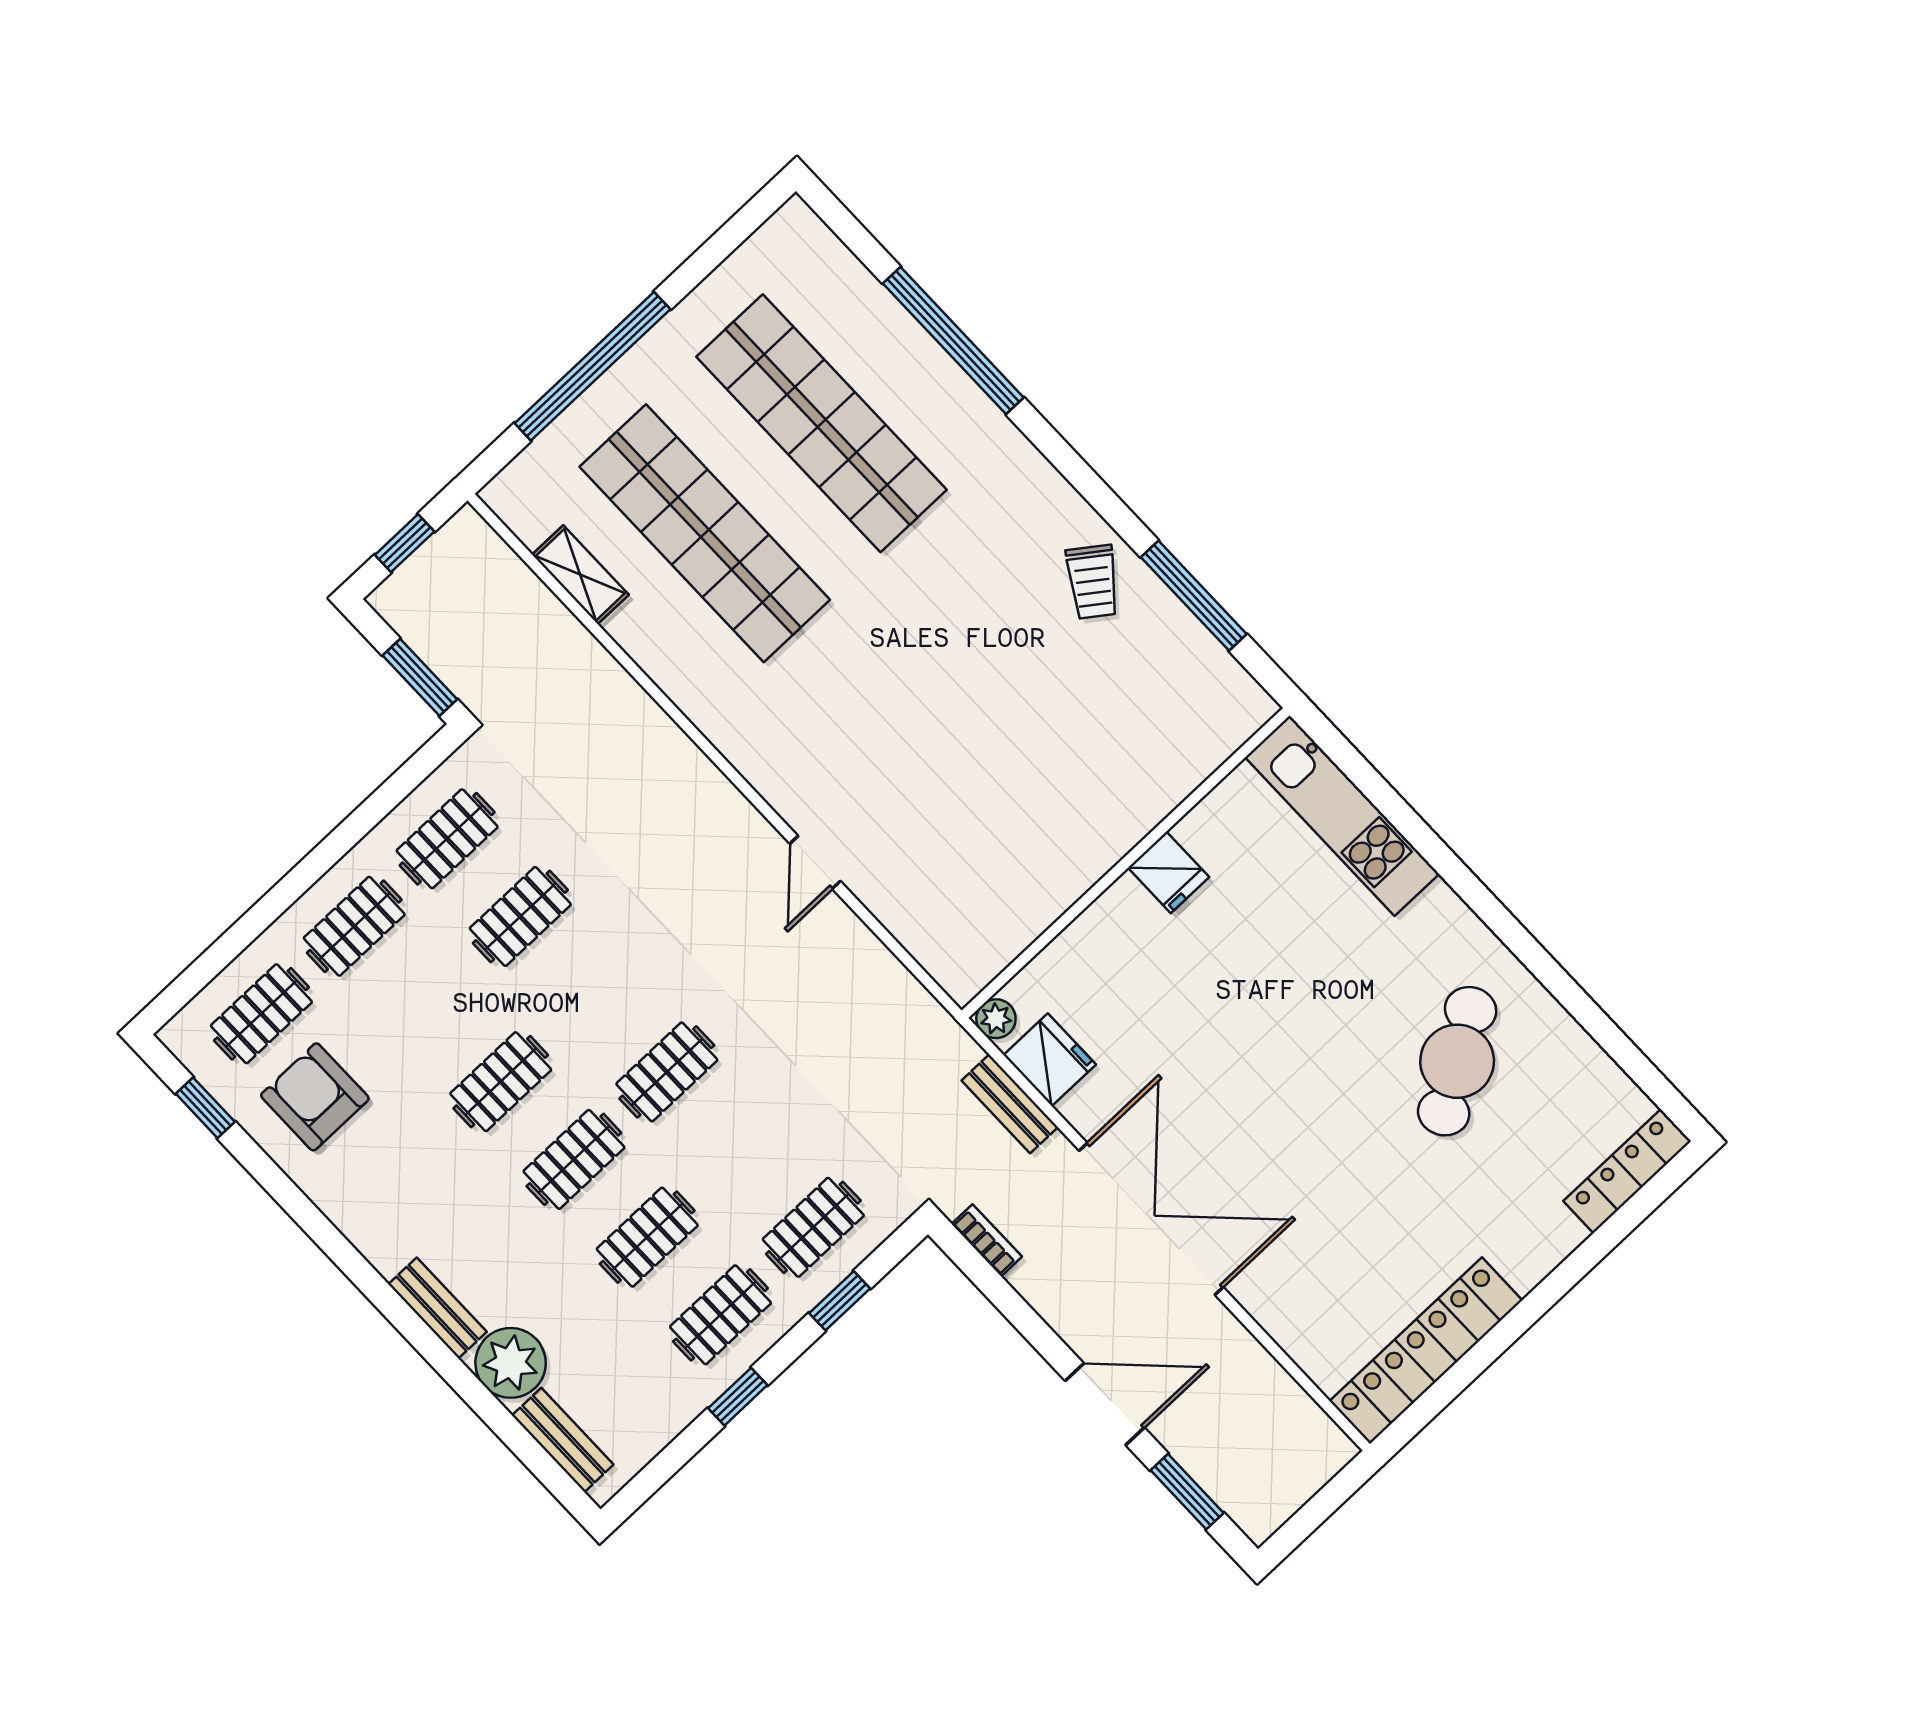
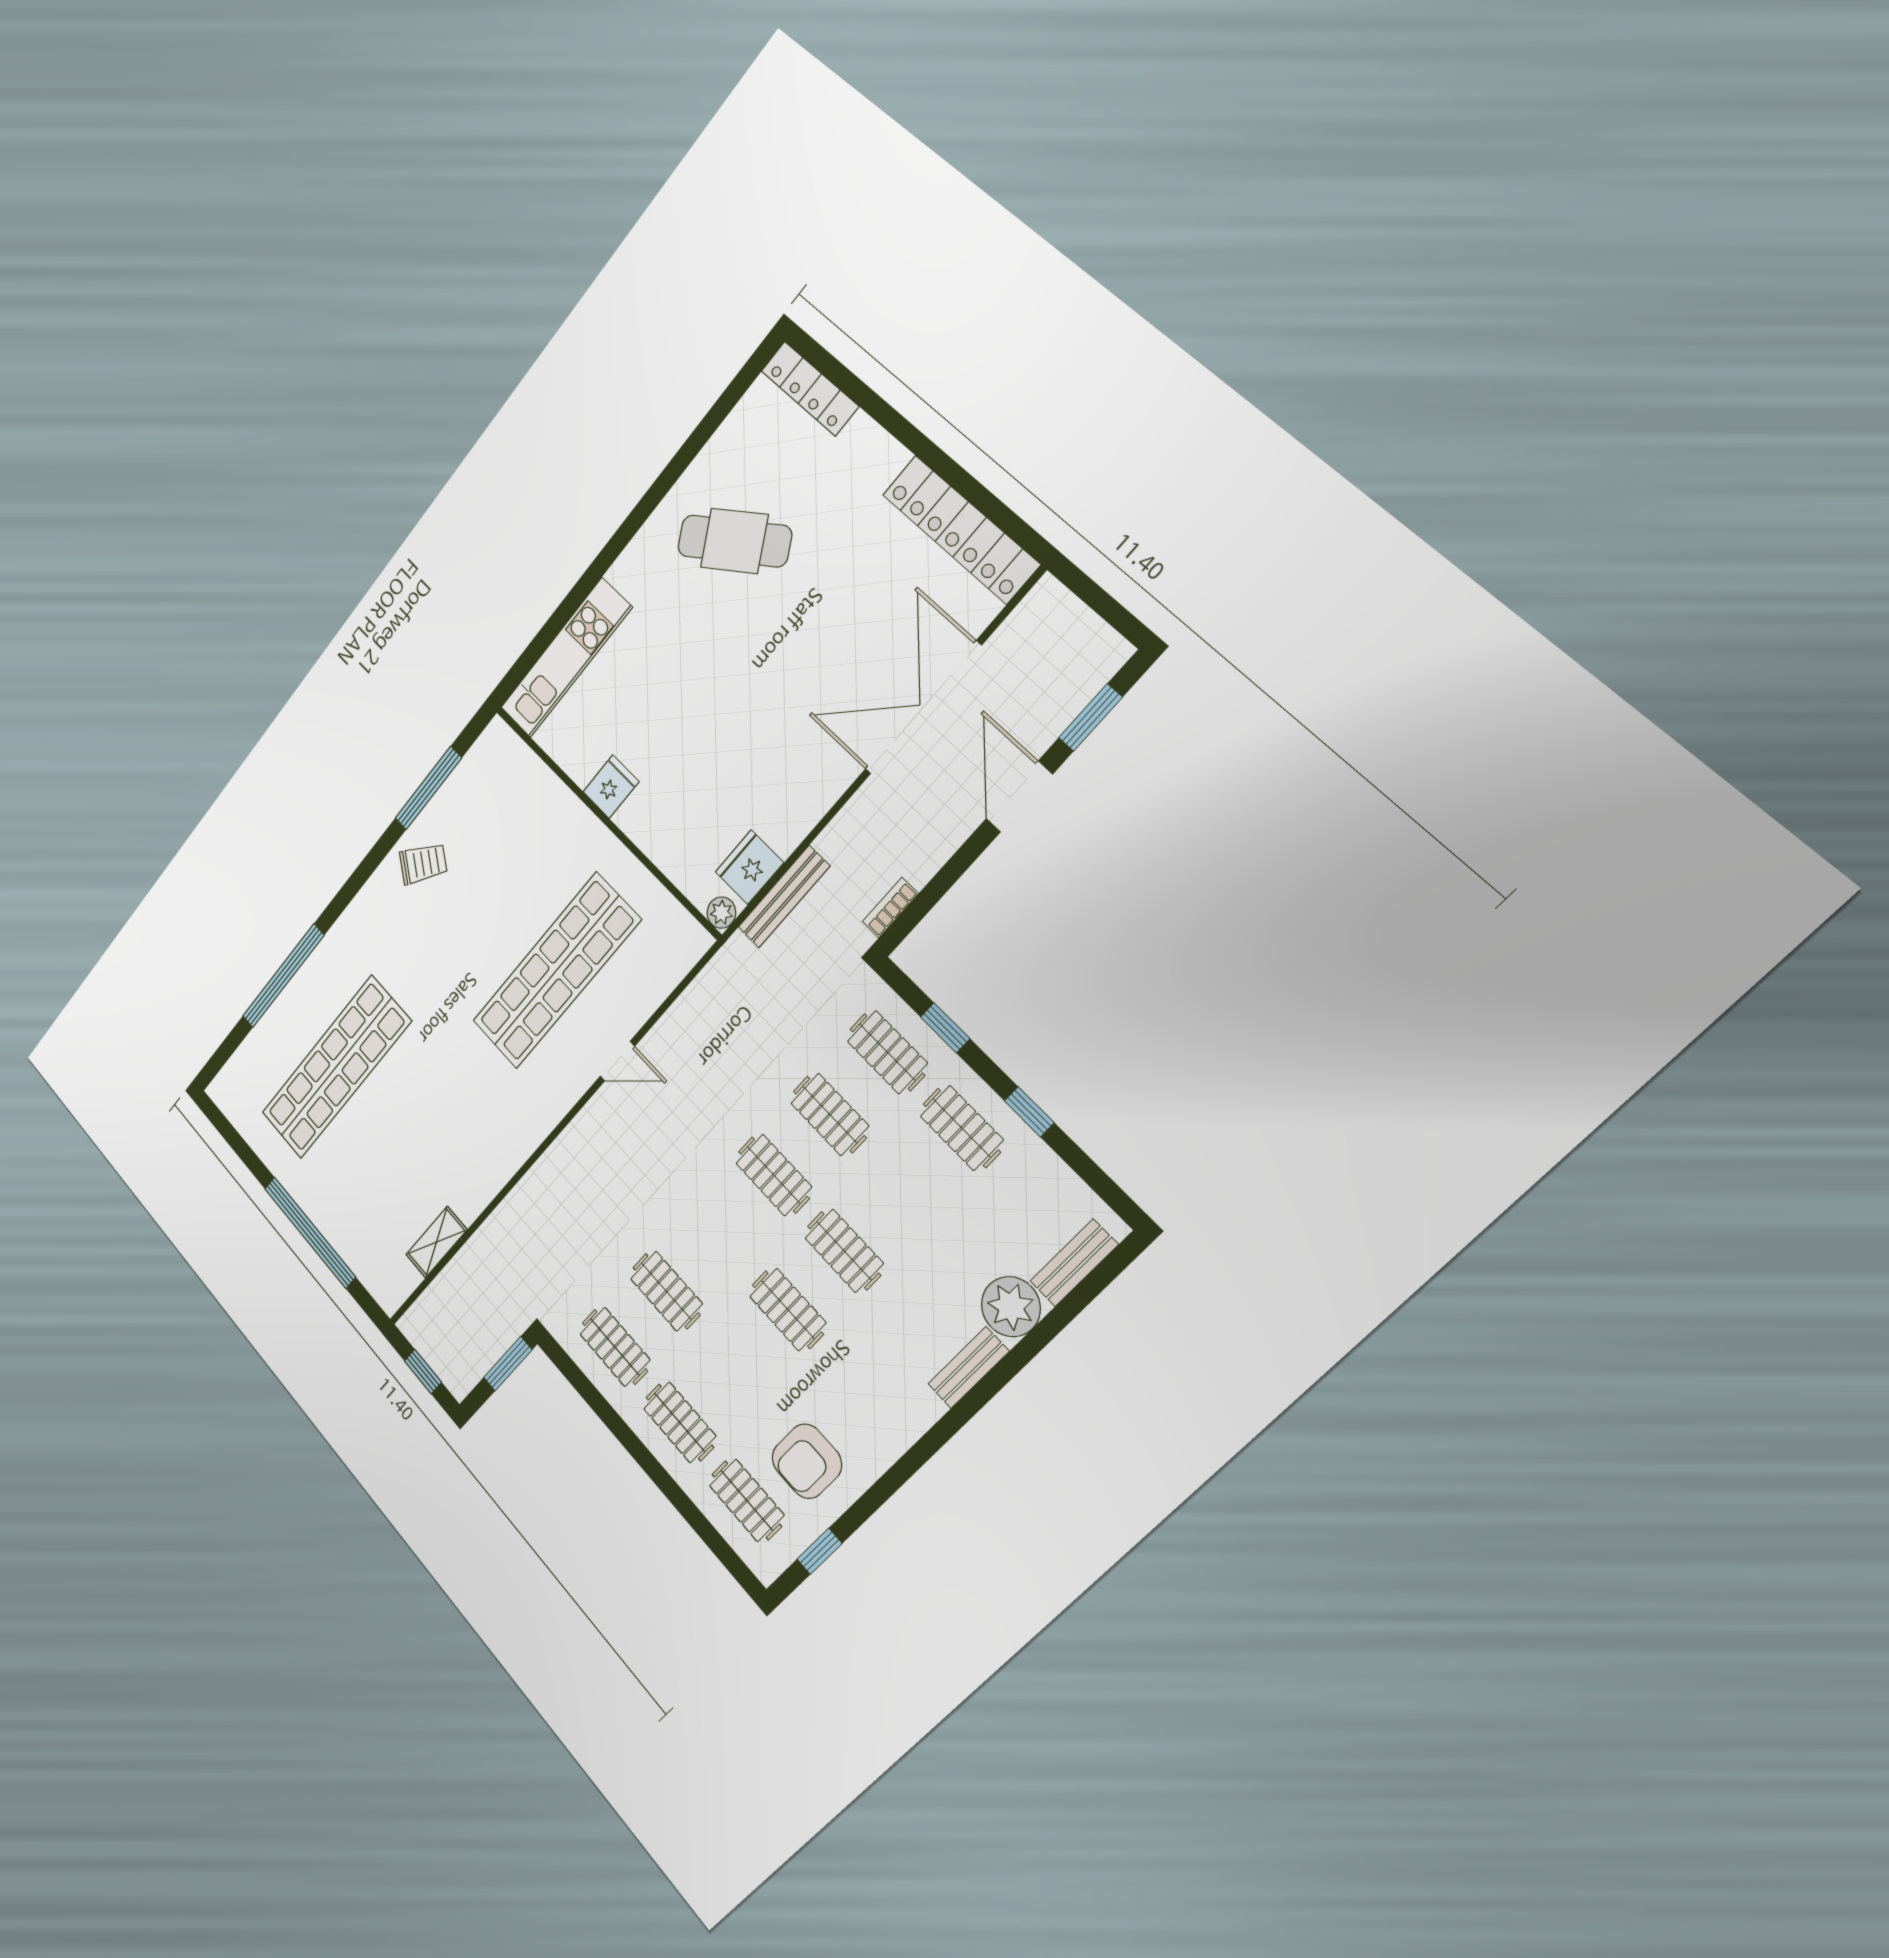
shop shelf: (705, 533) -> (556, 971), moved
bench: (1010, 1104) -> (784, 897), width x1.36
double door: (1151, 1219) -> (923, 708), moved
clothes rail: (647, 1237) -> (830, 1114), moved

